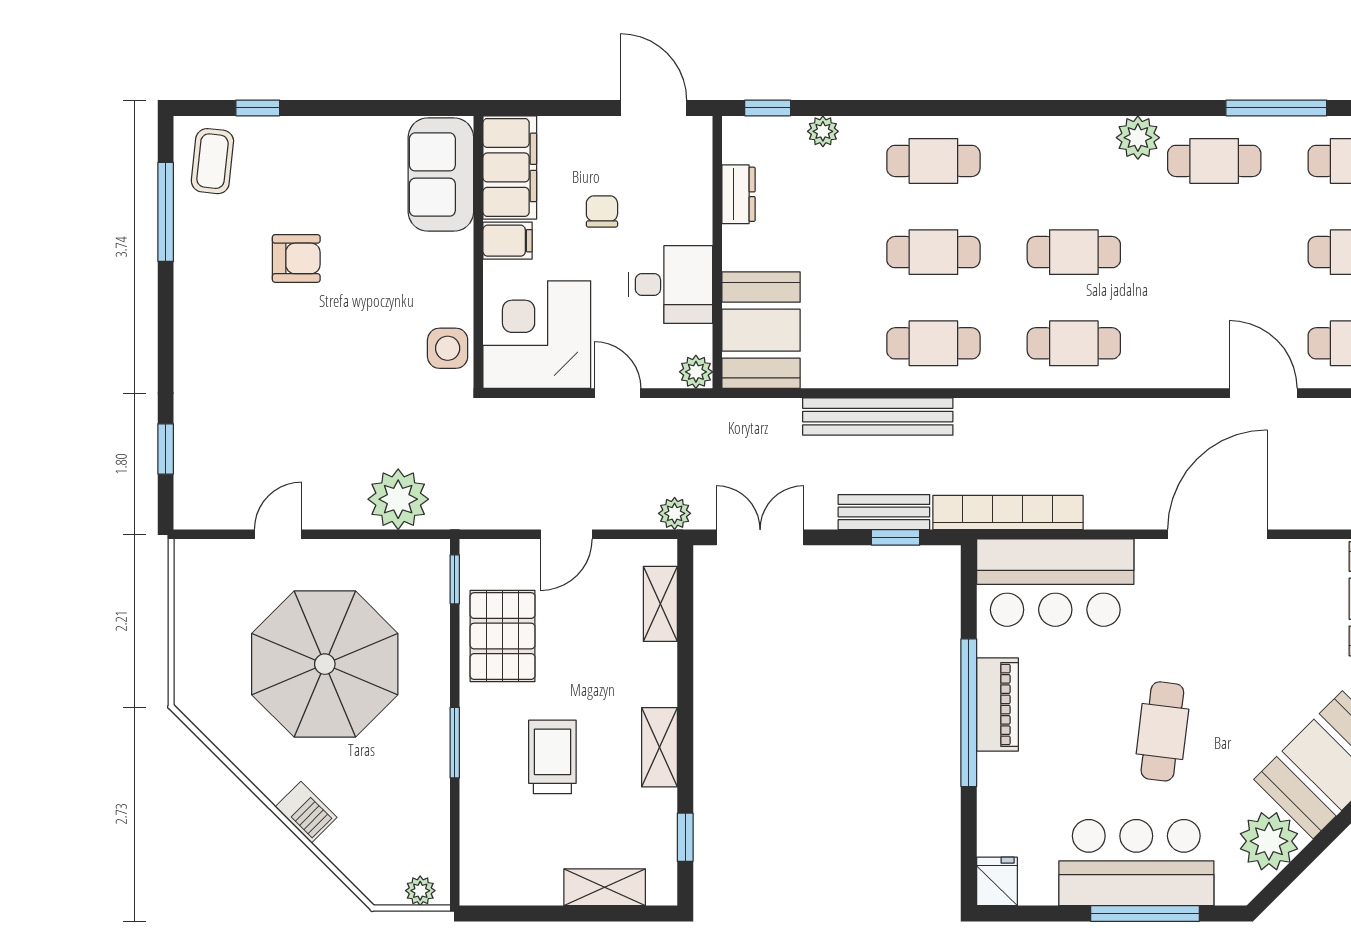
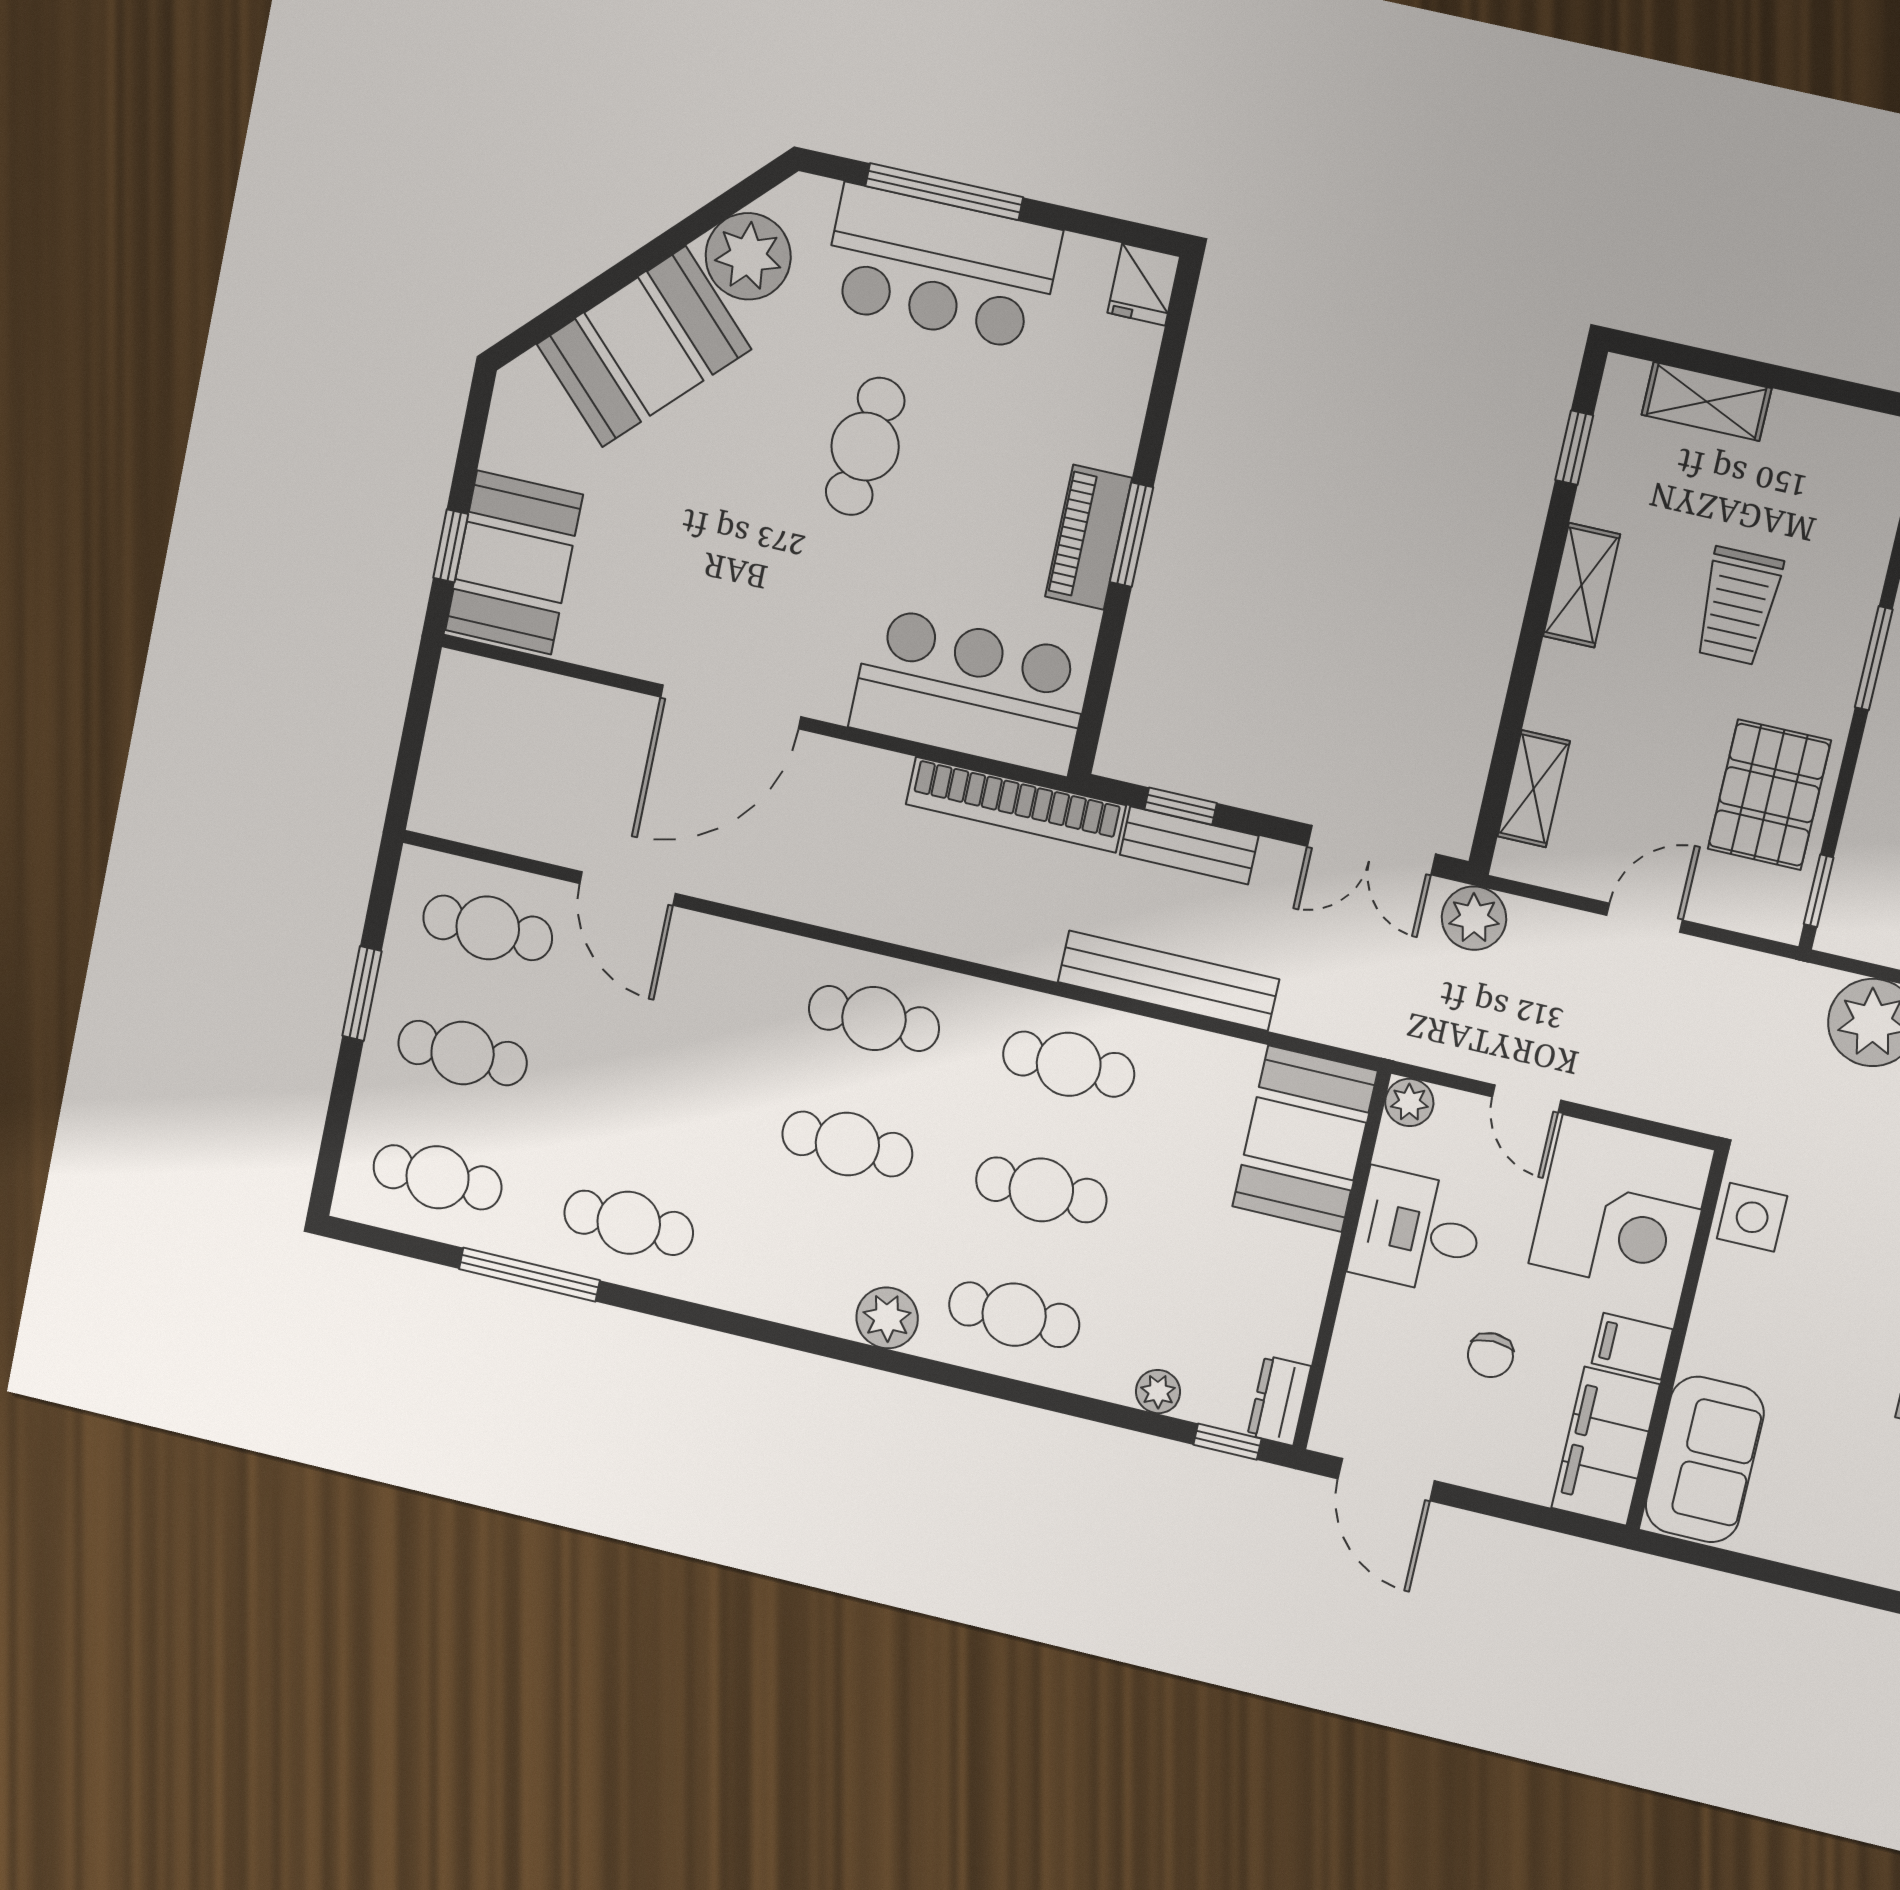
plant: (1138, 138) -> (887, 1318), moved
dresser: (739, 194) -> (1279, 1401), moved
plant: (675, 513) -> (1474, 918), width x1.38, depth x1.38
window: (969, 713) -> (1131, 535), width x0.47

